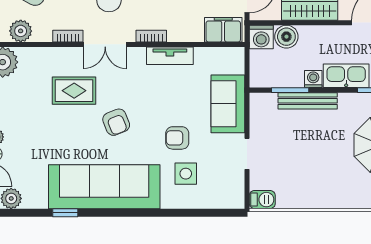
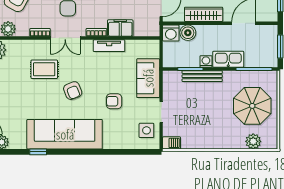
filing cabinet: (223, 30) -> (120, 28), moved
side table: (186, 174) -> (146, 130), moved

